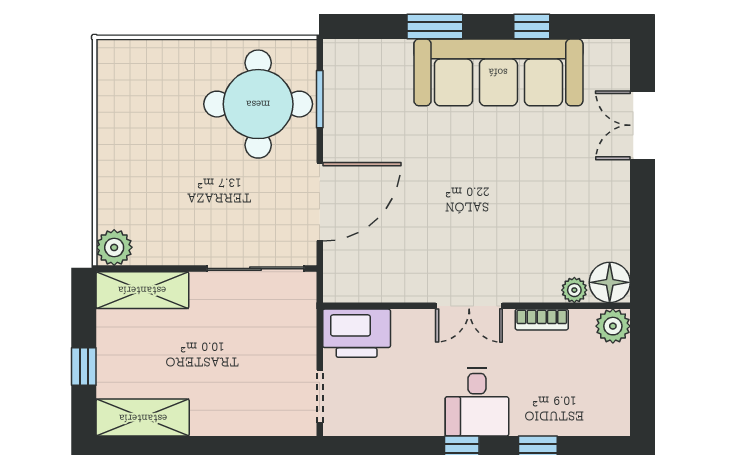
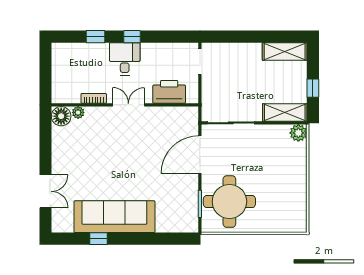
window: (435, 26) -> (145, 239), removed
plant: (613, 326) -> (60, 95), removed
printer: (357, 333) -> (169, 92), moved
window: (84, 366) -> (313, 88), moved

